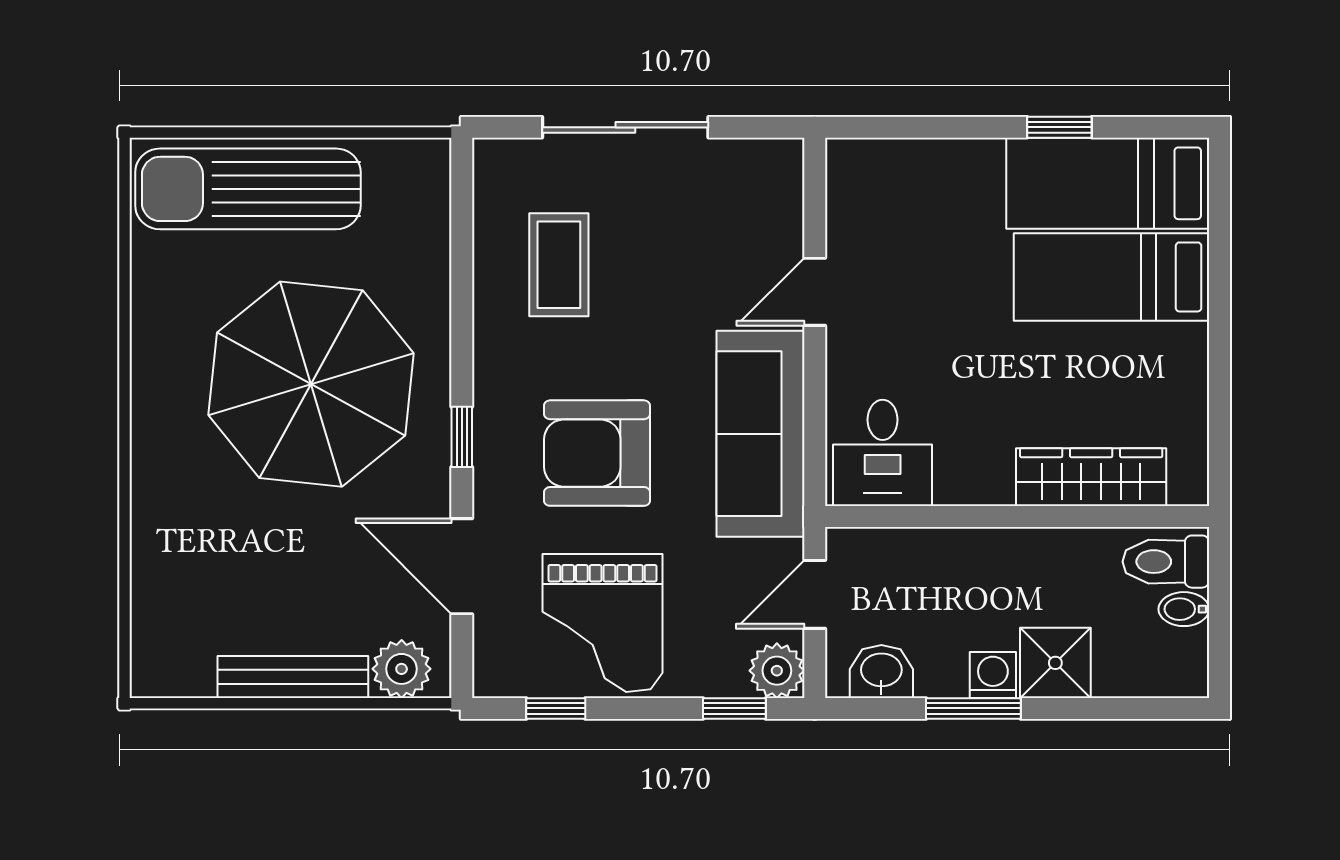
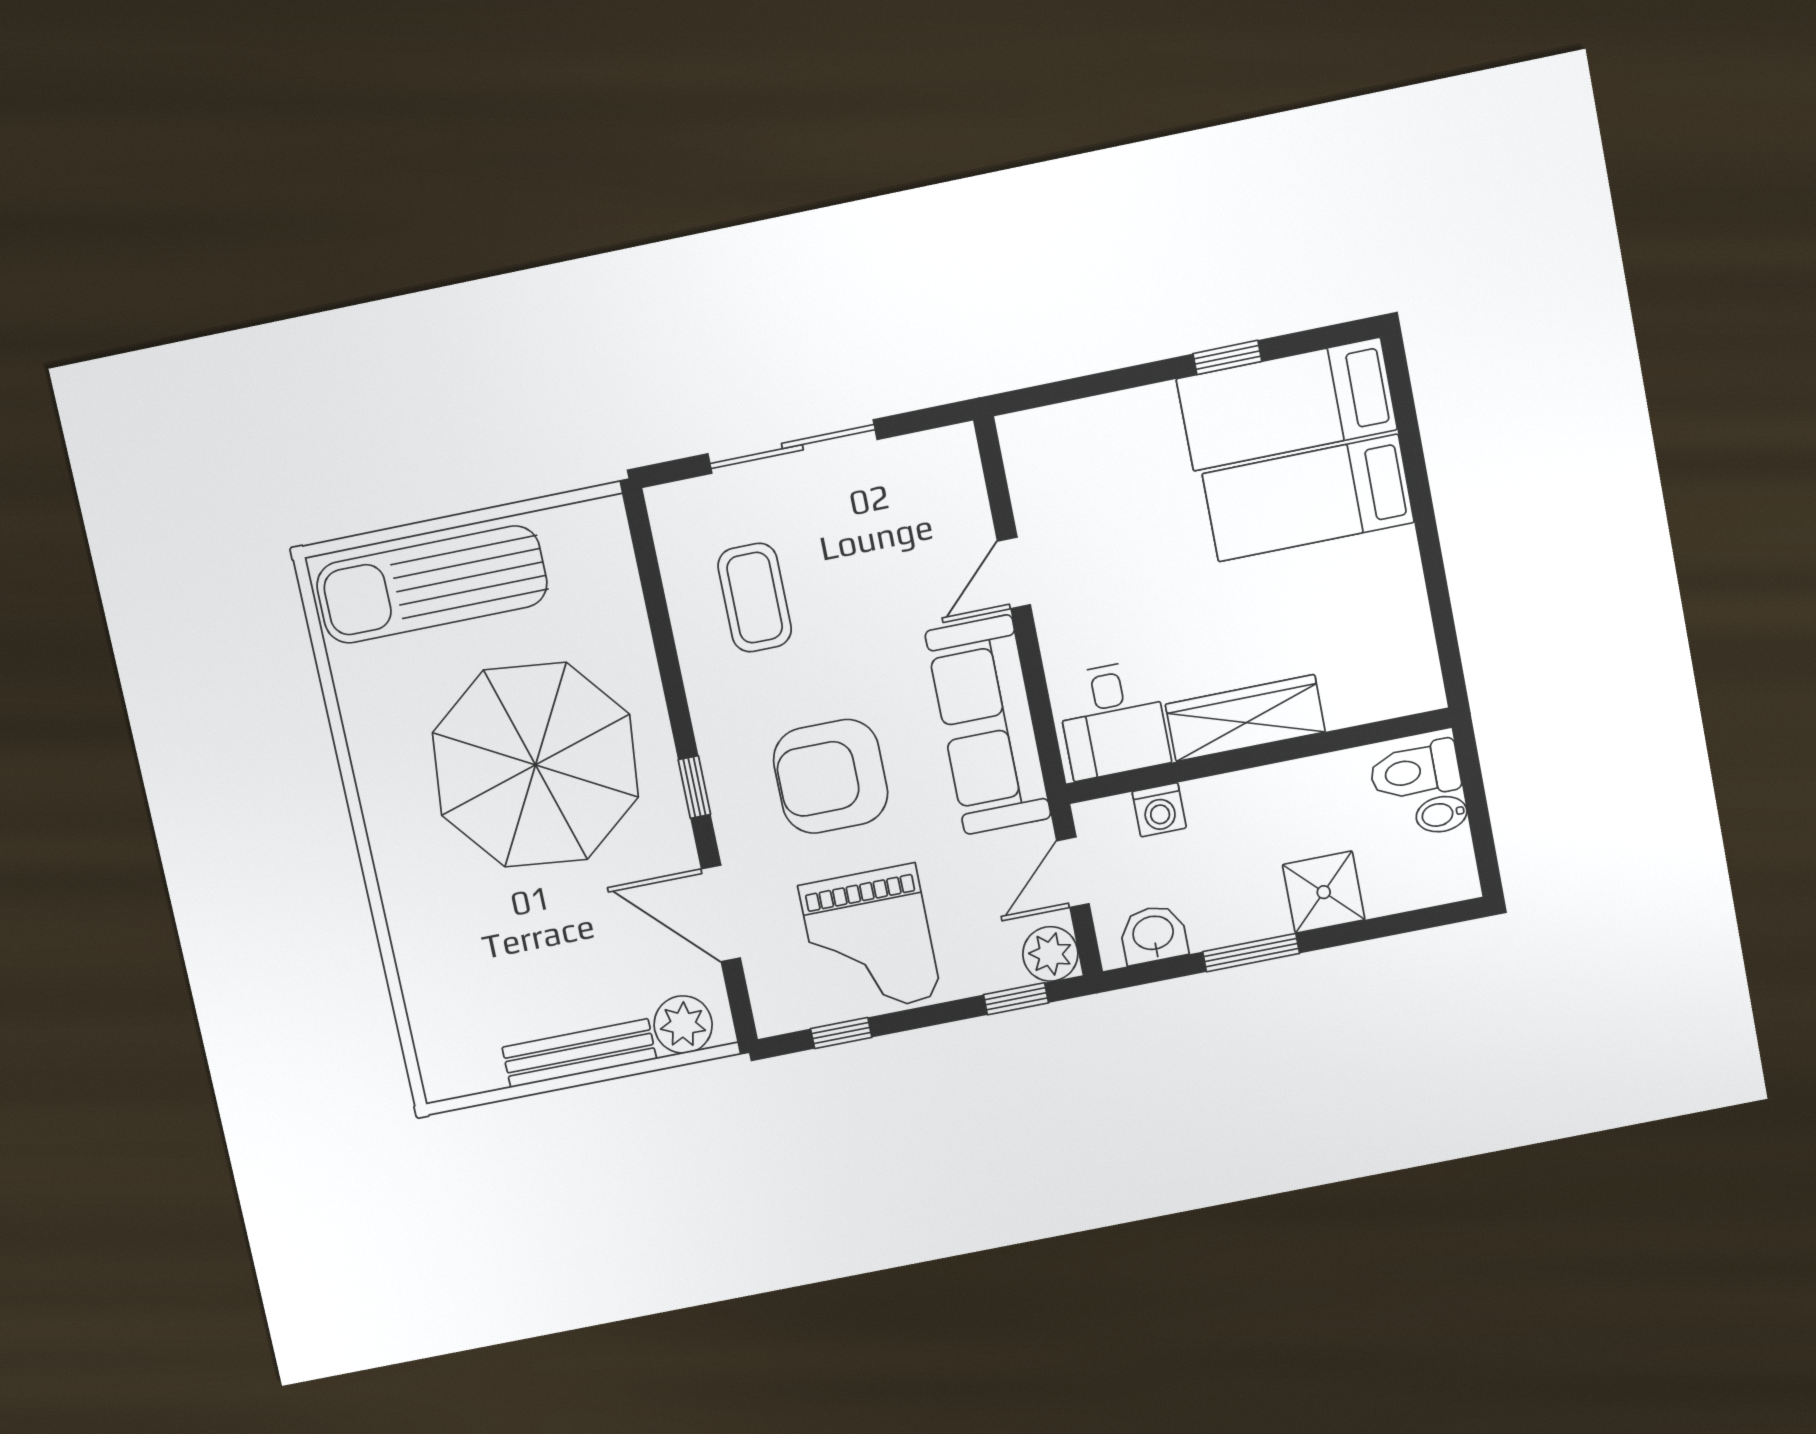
wardrobe: (1091, 477) -> (1245, 718), moved
washing machine: (993, 675) -> (1159, 810), moved, turned 180

